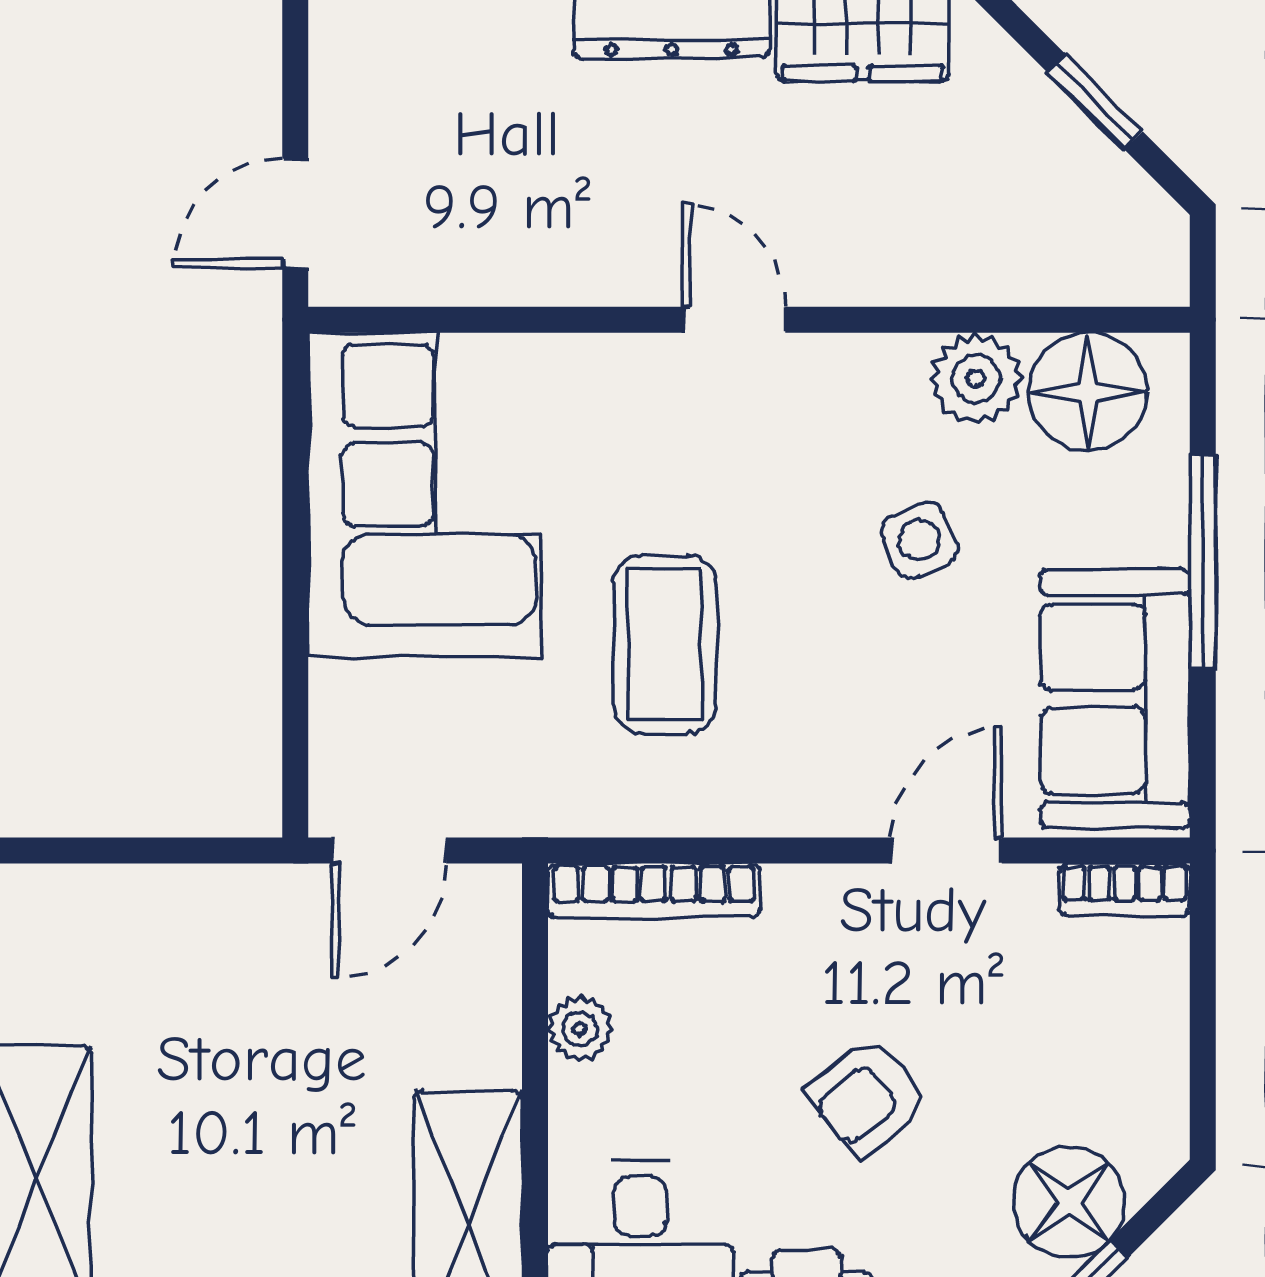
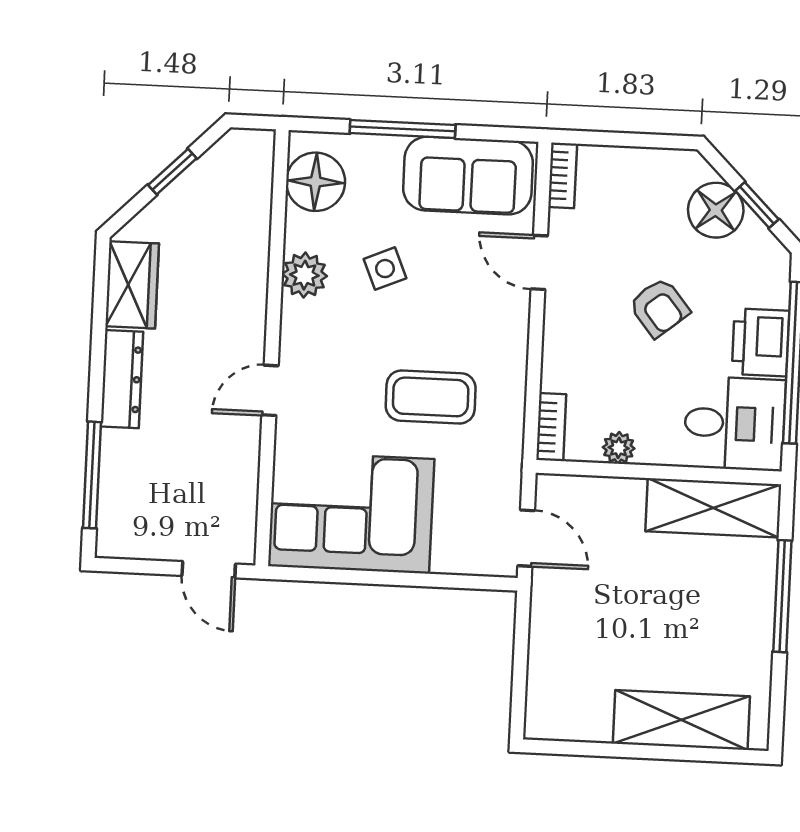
door: (734, 320) -> (270, 390), moved
plant: (976, 378) -> (304, 275), moved
bookcase: (654, 891) -> (551, 427), width x0.64

